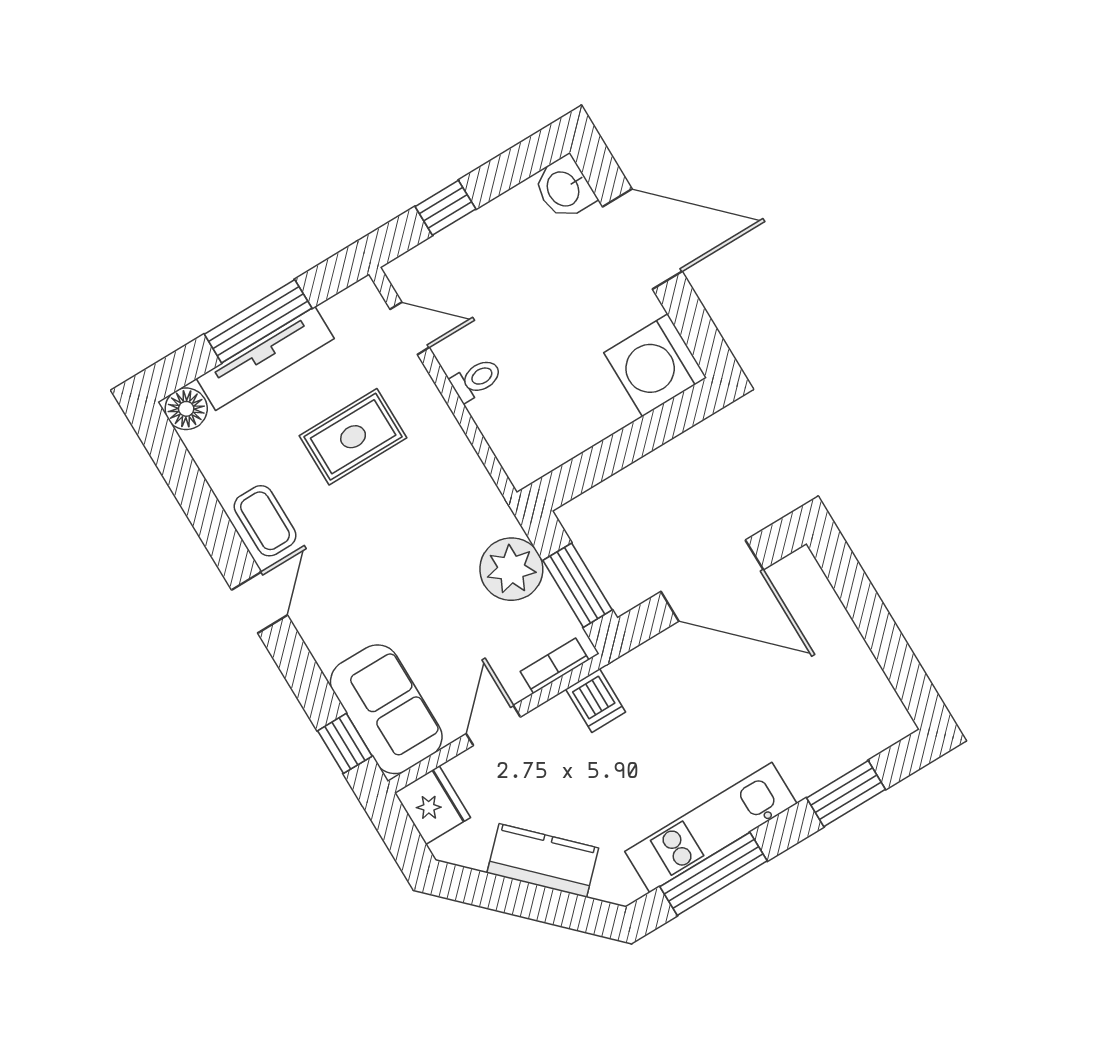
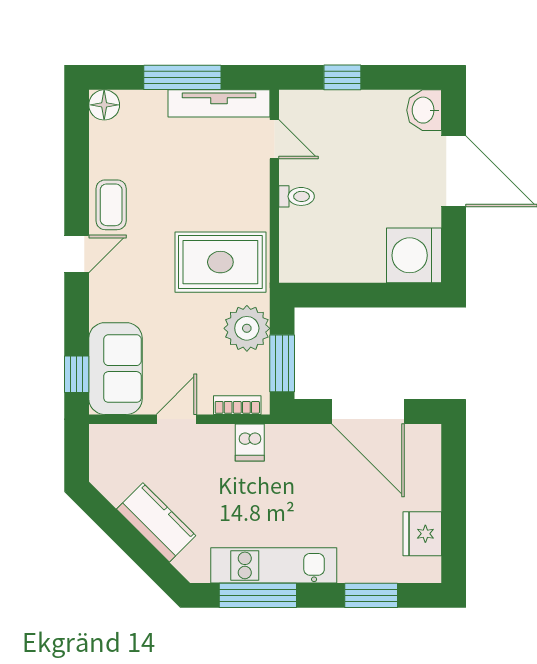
tv unit: (265, 358) -> (219, 103), moved
rug: (353, 437) -> (220, 262), moved, width x1.36, depth x1.43
fridge: (432, 805) -> (422, 534), moved, turned 180

